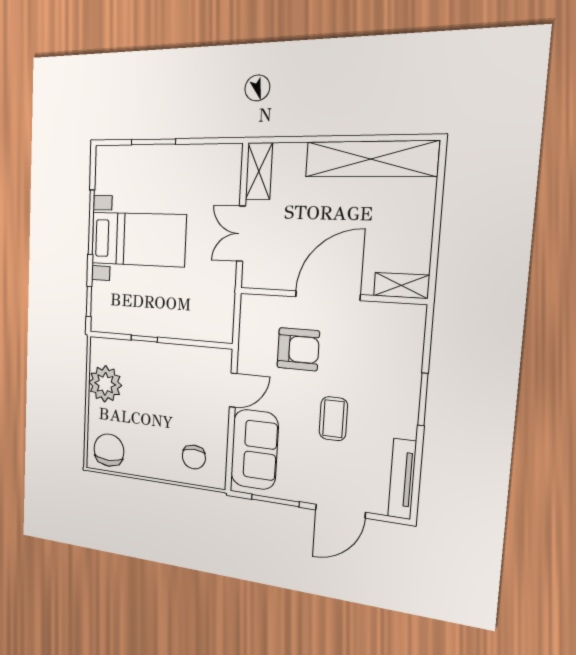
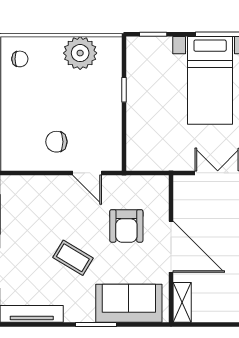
coffee table: (333, 419) -> (73, 258), turned 31
sofa: (254, 449) -> (129, 303), moved, turned 180
chair: (109, 450) -> (20, 59), width x0.54, depth x0.54
chair: (194, 457) -> (56, 142), moved

